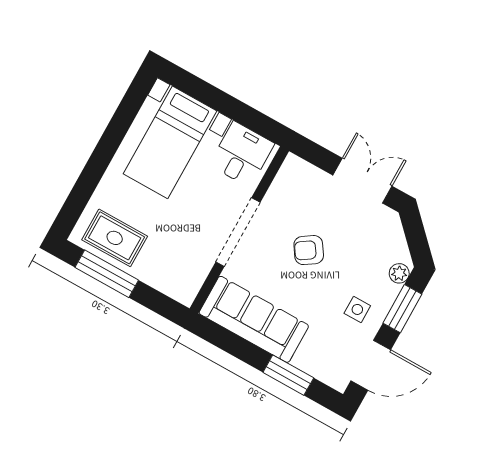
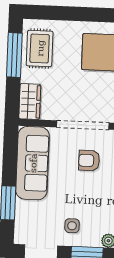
armchair: (309, 250) -> (89, 161), moved, turned -56
wardrobe: (175, 284) -> (30, 101), added

